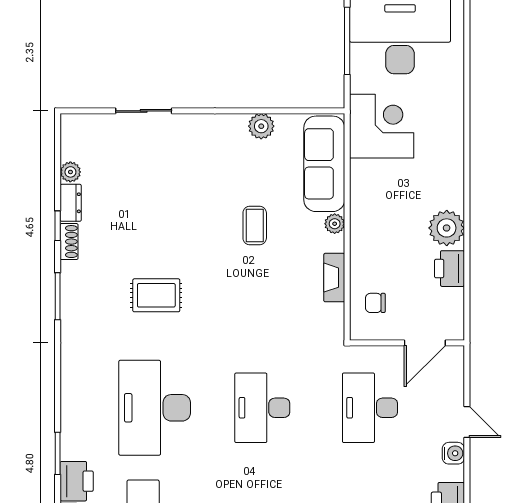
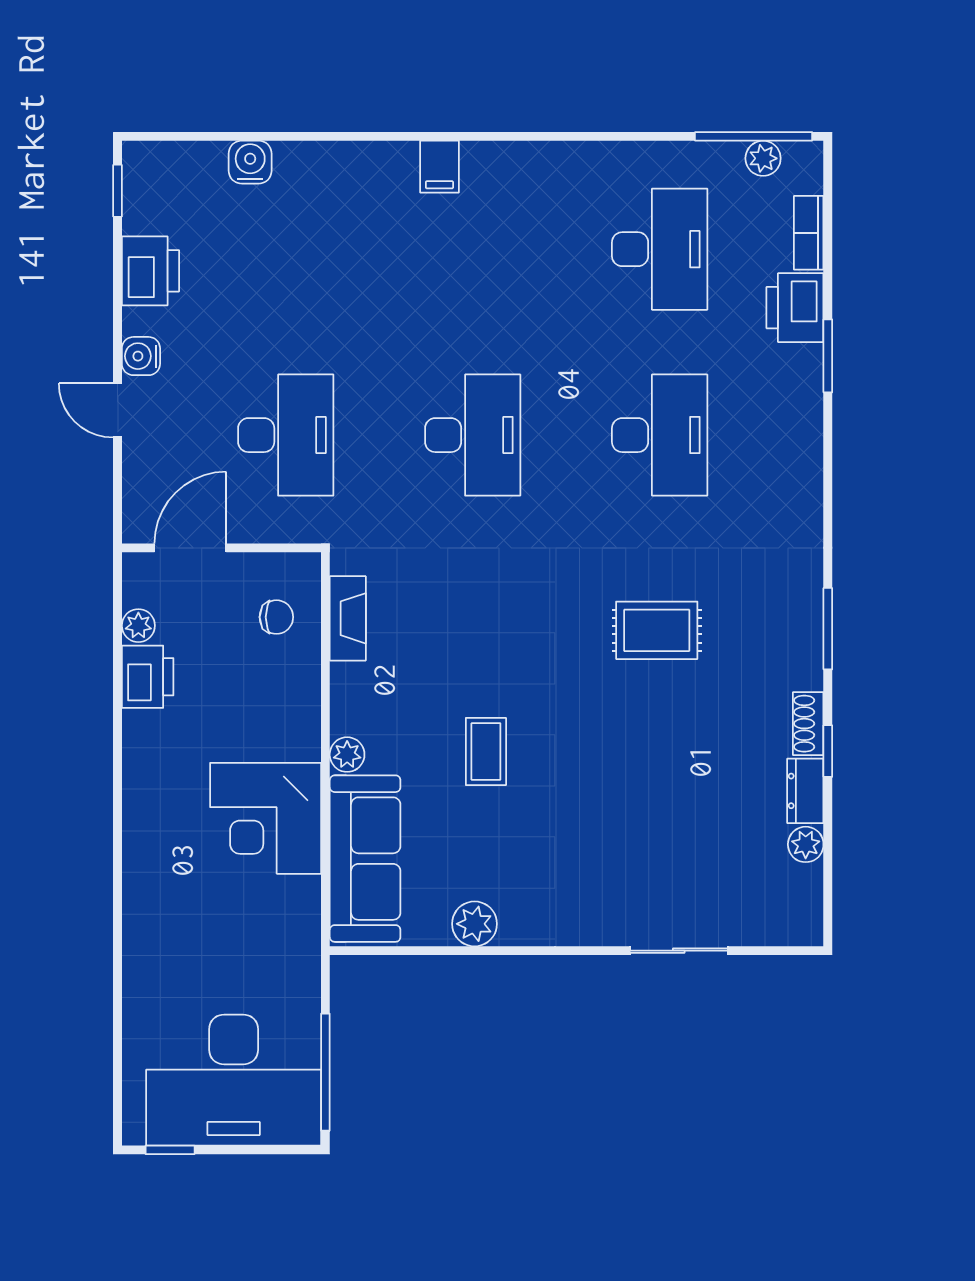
corner desk: (382, 126) -> (266, 818), moved
plant: (447, 228) -> (138, 626), moved, width x0.53, depth x0.53
fireplace: (334, 278) -> (348, 618), moved
desk: (155, 408) -> (660, 435), width x0.73, depth x0.77

